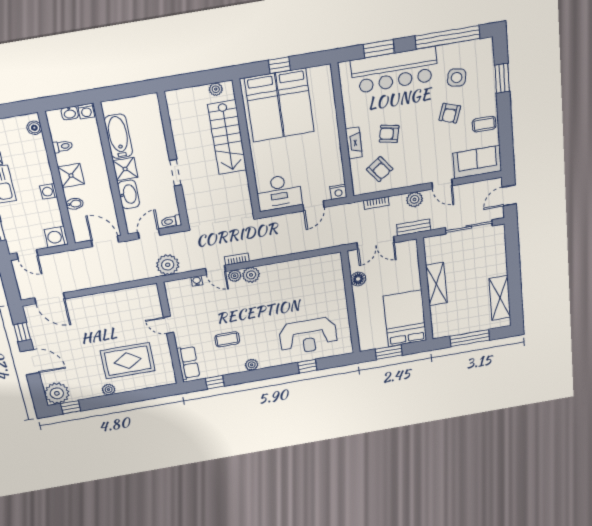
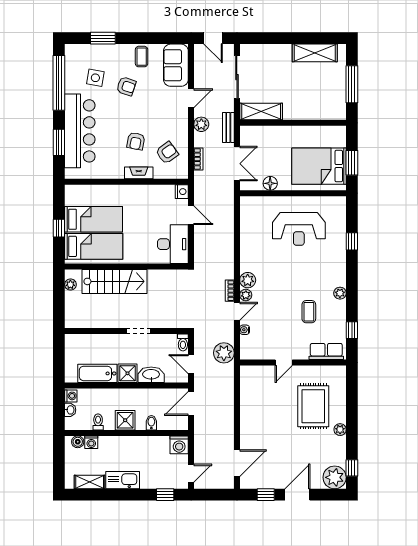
washing machine: (49, 191) -> (91, 442), moved
shelving: (436, 284) -> (261, 112), moved
bed: (405, 318) -> (319, 166), moved
reception desk: (308, 336) -> (299, 229), moved, turned 90

